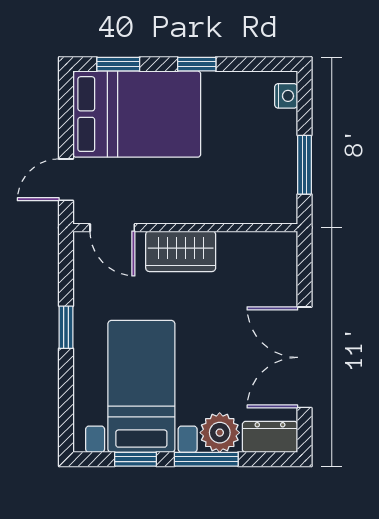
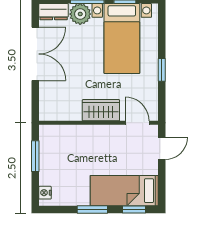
window: (197, 64) -> (92, 210), width x1.50
bed: (137, 114) -> (124, 191), width x0.67

